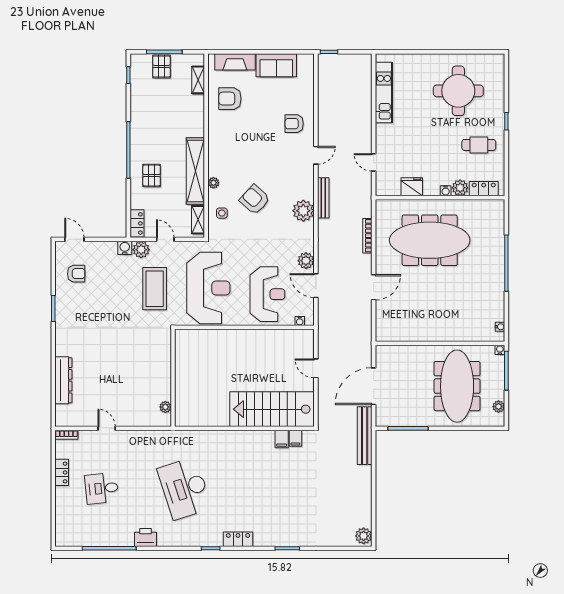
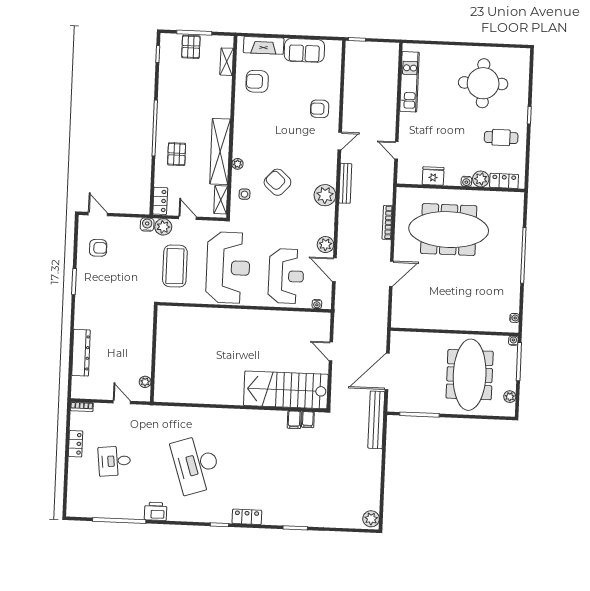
wall: (173, 378) -> (154, 353), moved
plant: (165, 407) -> (145, 382), moved

